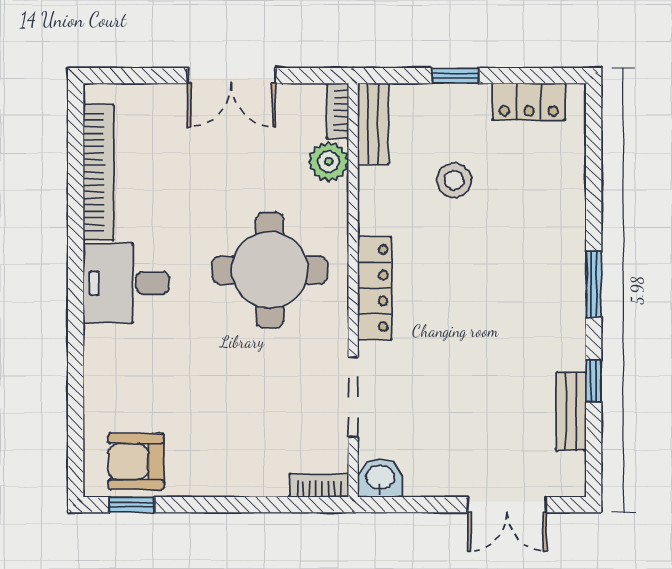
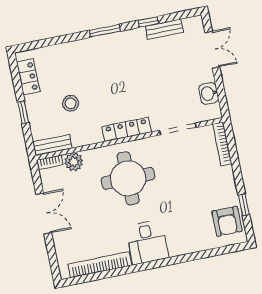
washbasin: (380, 478) -> (209, 93), moved
bookcase: (319, 485) -> (222, 144), width x1.56
window: (132, 505) -> (244, 205), moved

